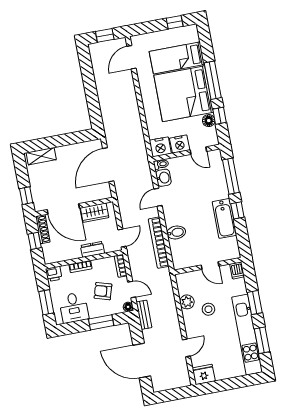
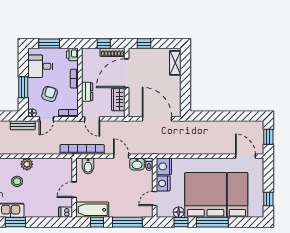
wall: (208, 266) -> (74, 188), moved
door: (210, 266) -> (74, 190), moved
dishwasher: (237, 270) -> (65, 212), moved

